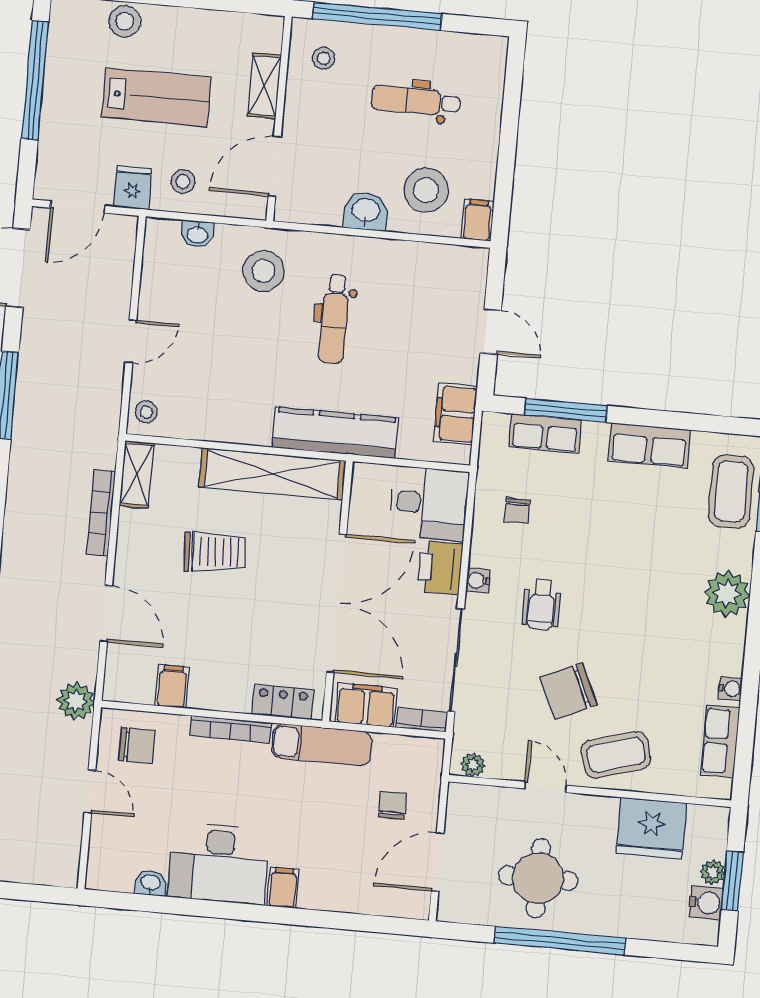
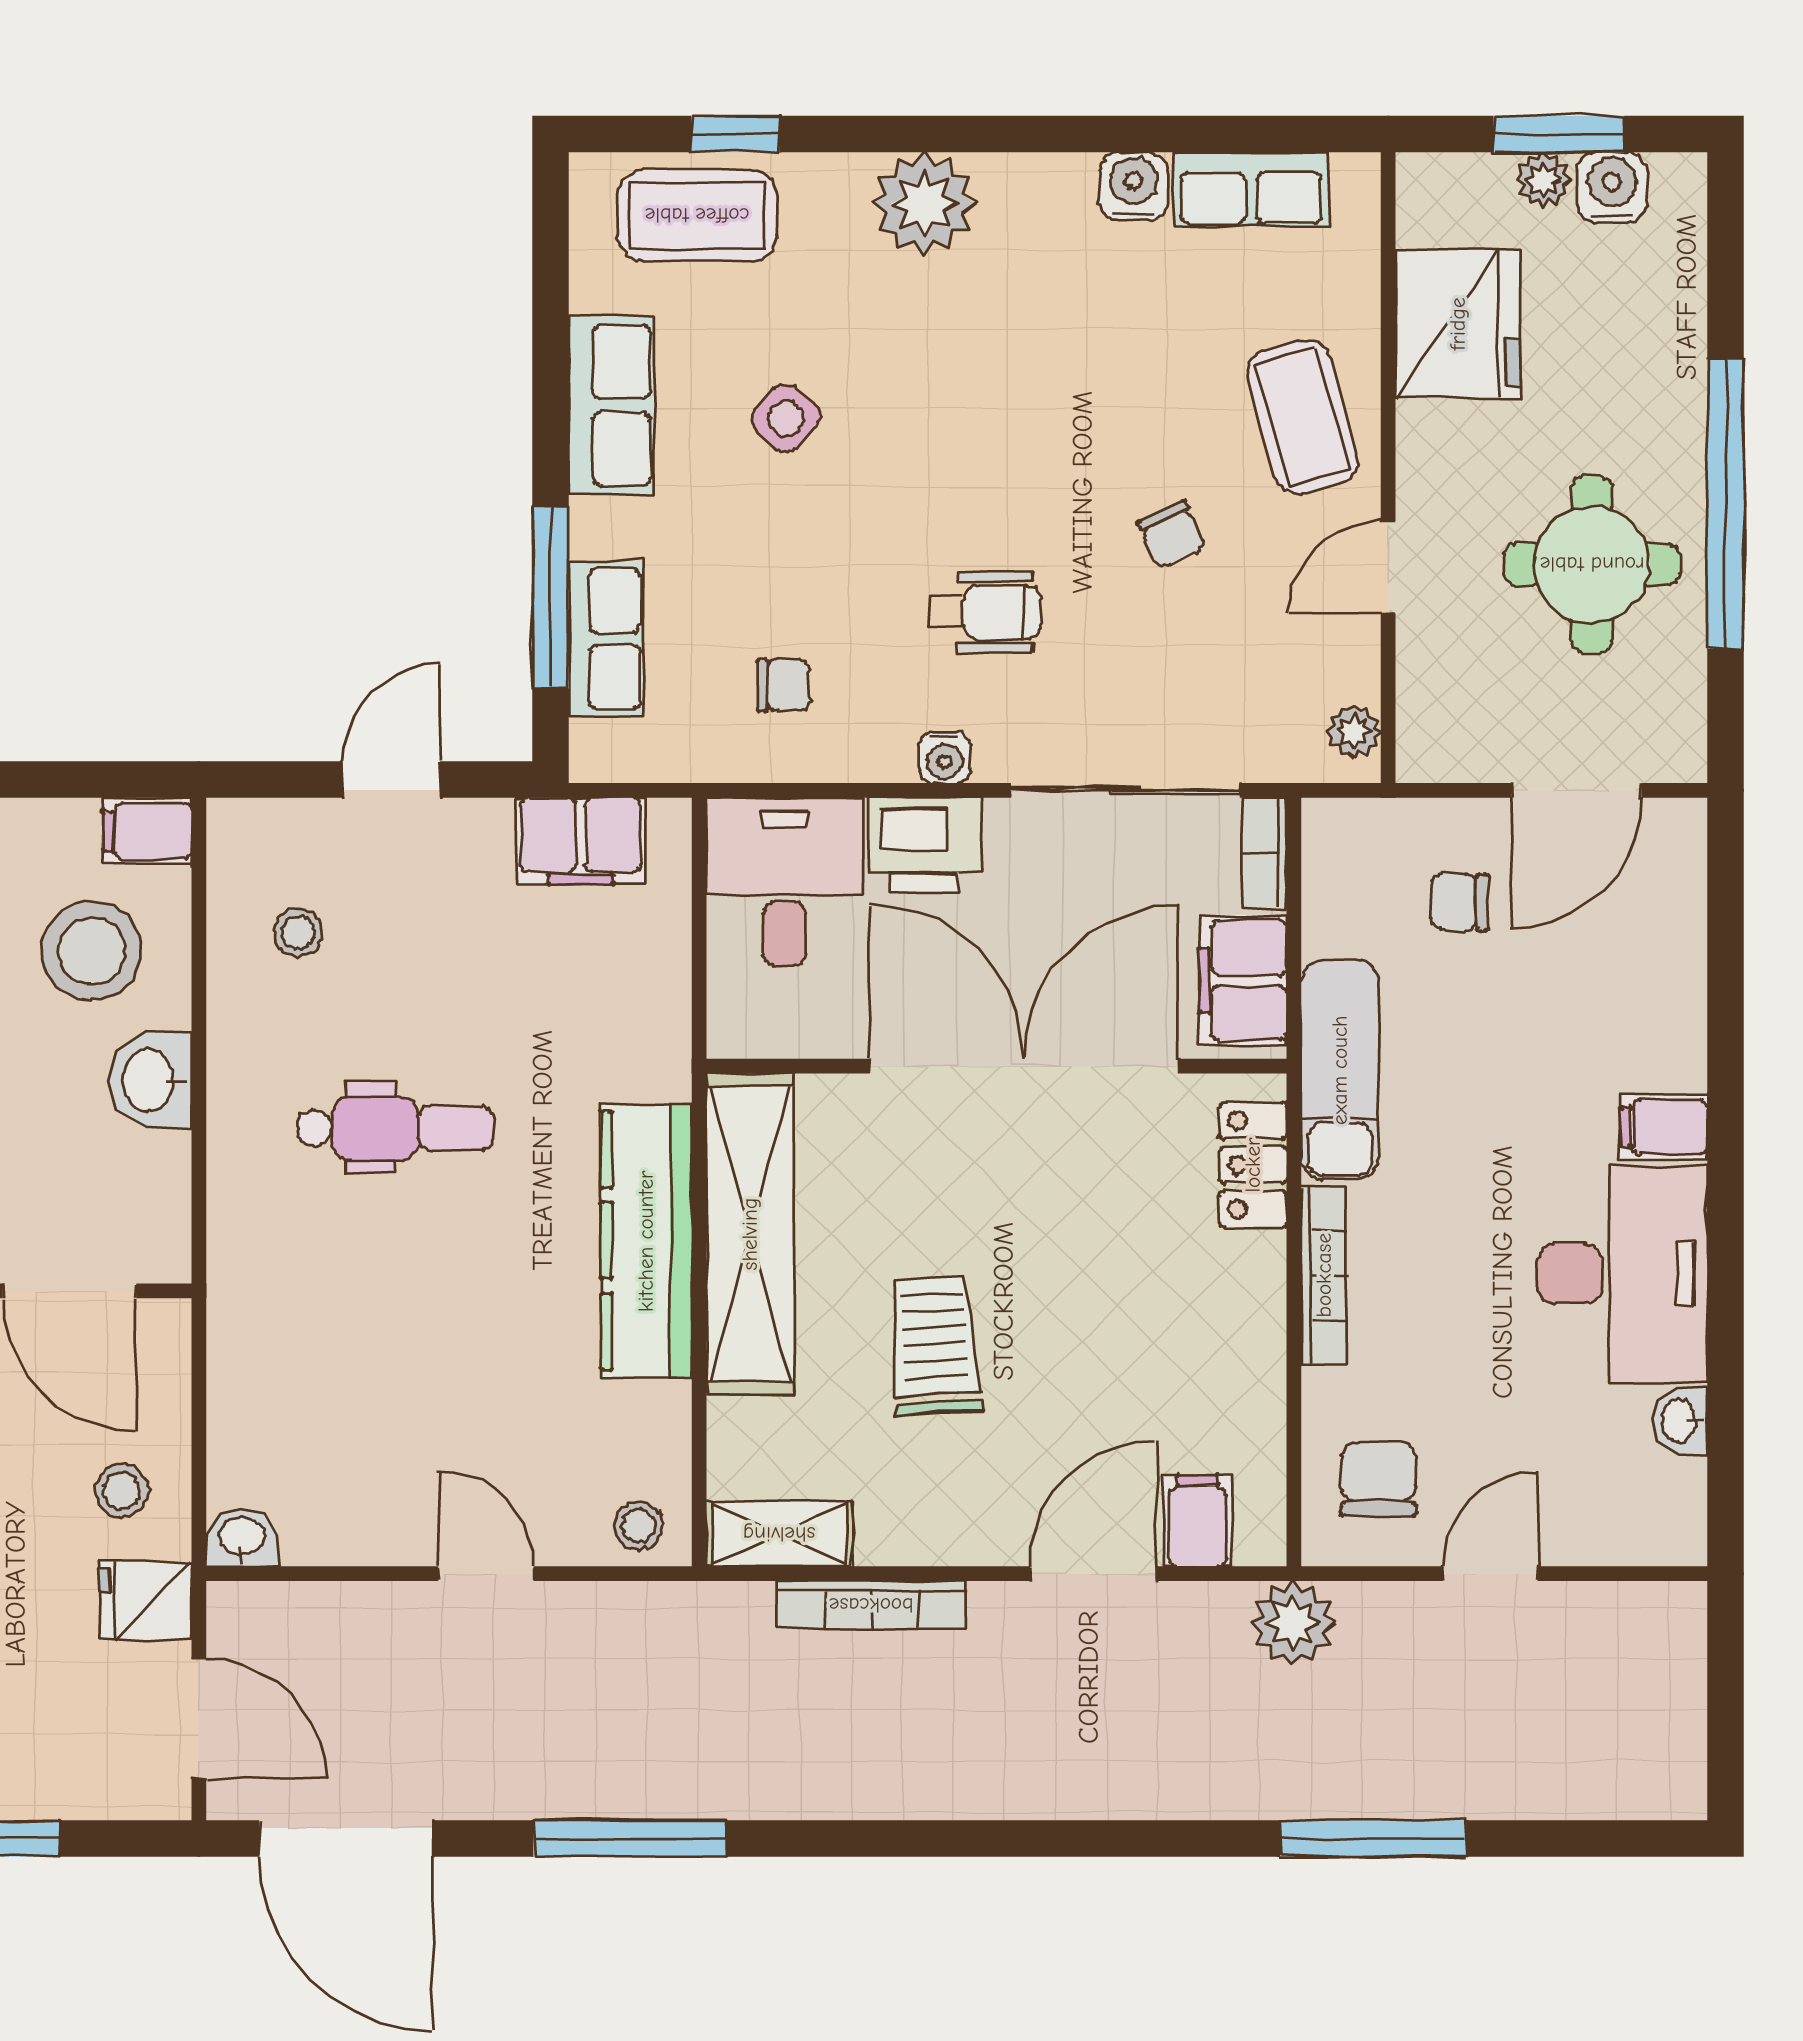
washbasin: (197, 234) -> (242, 1538), moved, turned -90
stool: (263, 271) -> (298, 932), moved, width x0.53, depth x0.53
kitchen counter: (335, 433) -> (646, 1241), moved
side table: (637, 523) -> (786, 418), added
filing cabinet: (172, 686) -> (1198, 1521), moved, turned 90
water cooler: (730, 689) -> (1134, 186), width x1.38, depth x1.38
chair: (569, 691) -> (1172, 535), width x0.54, depth x0.54
door: (437, 862) -> (1576, 790), hinge flipped

